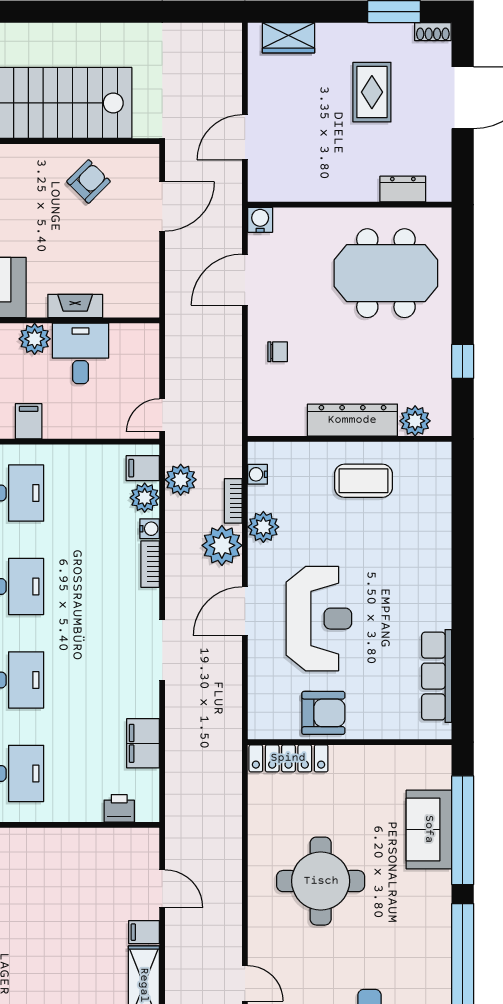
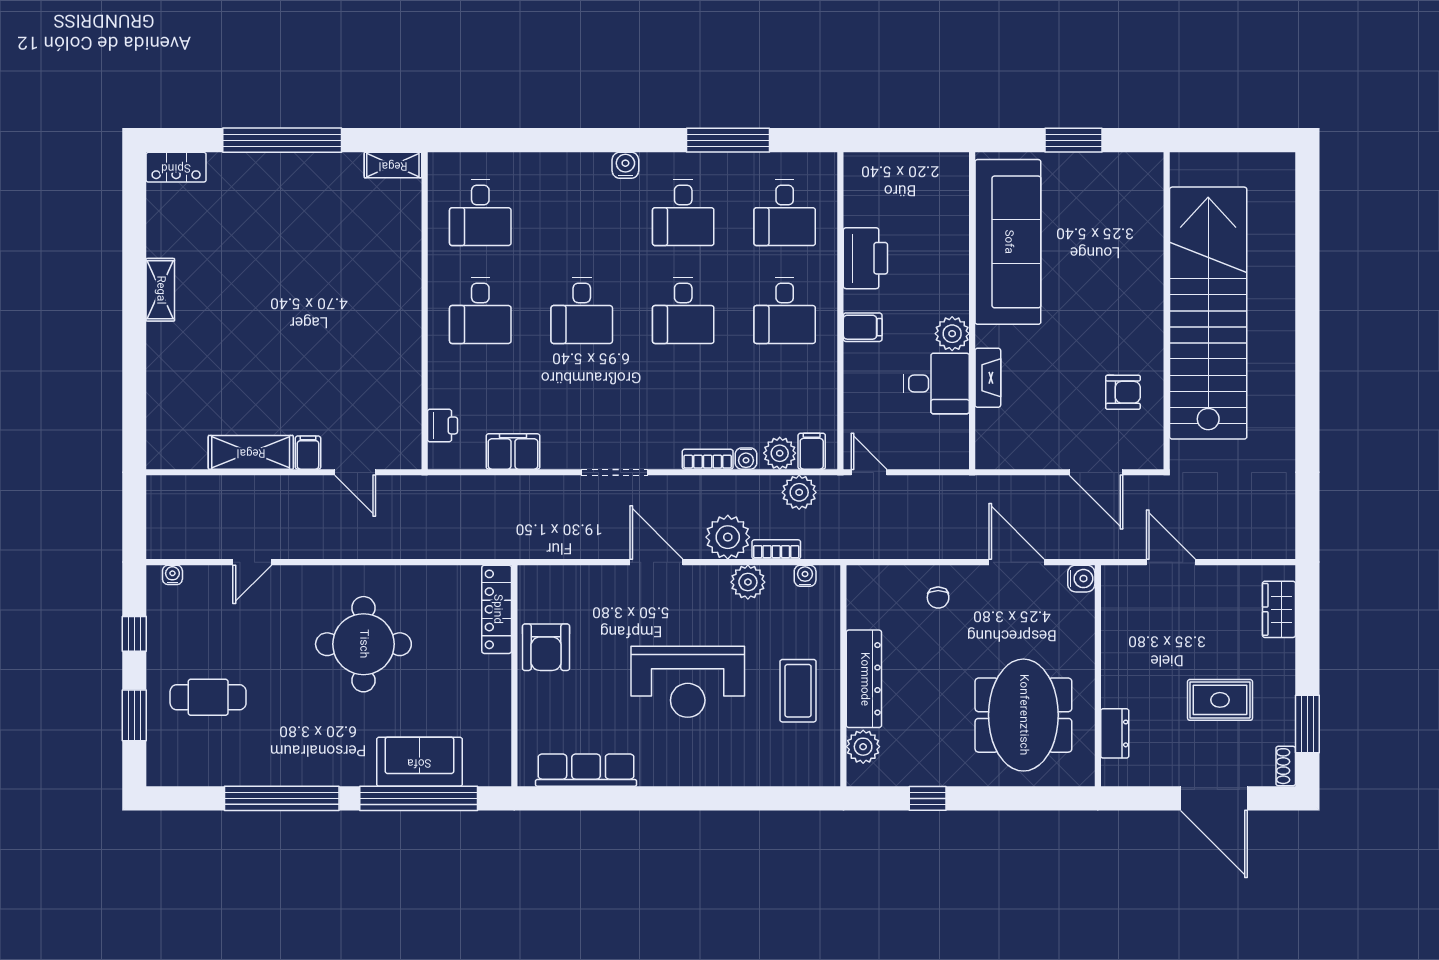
armchair: (89, 181) -> (1123, 392), turned -45
reception desk: (319, 619) -> (688, 682), moved
door: (162, 889) -> (355, 472), hinge flipped

